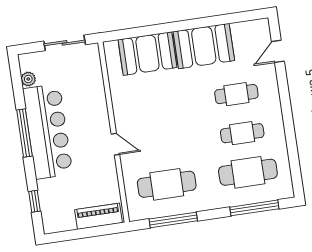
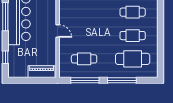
cafe table: (167, 184) -> (84, 59), width x0.73, depth x0.74
window: (254, 208) -> (122, 80), moved

